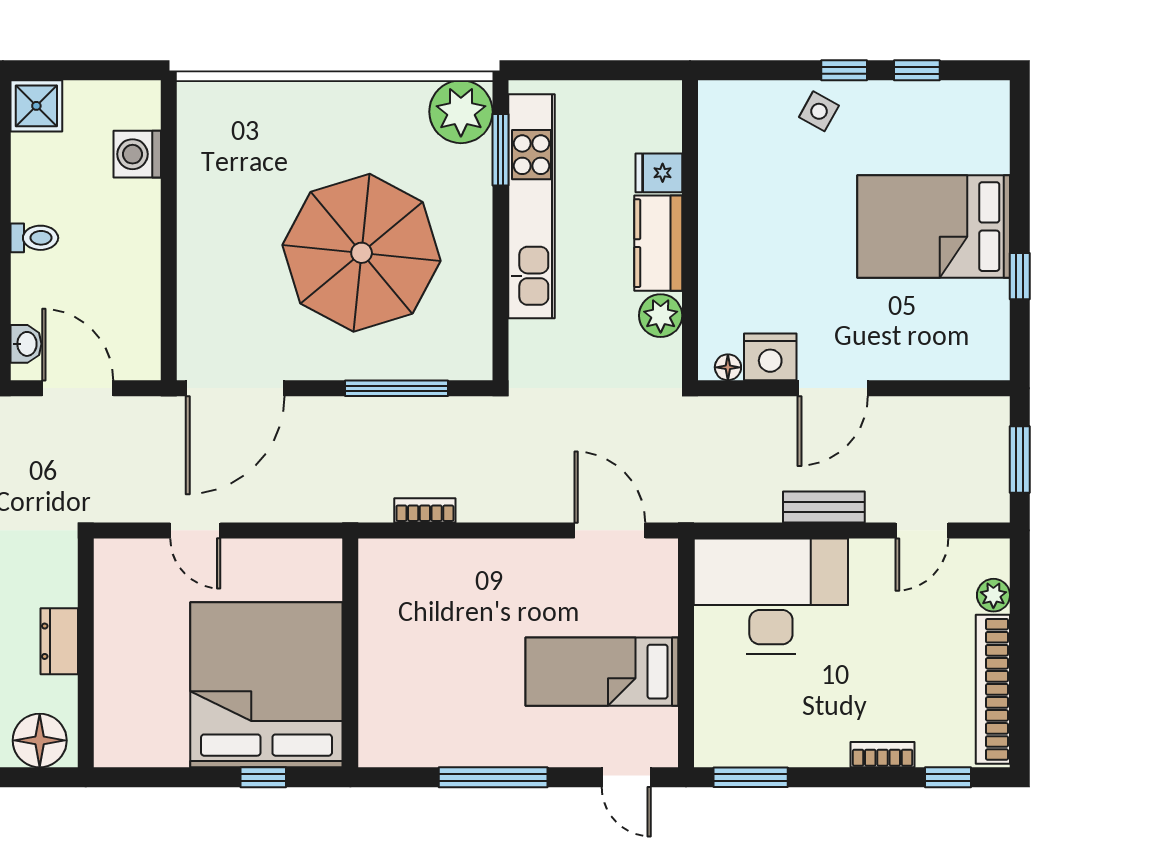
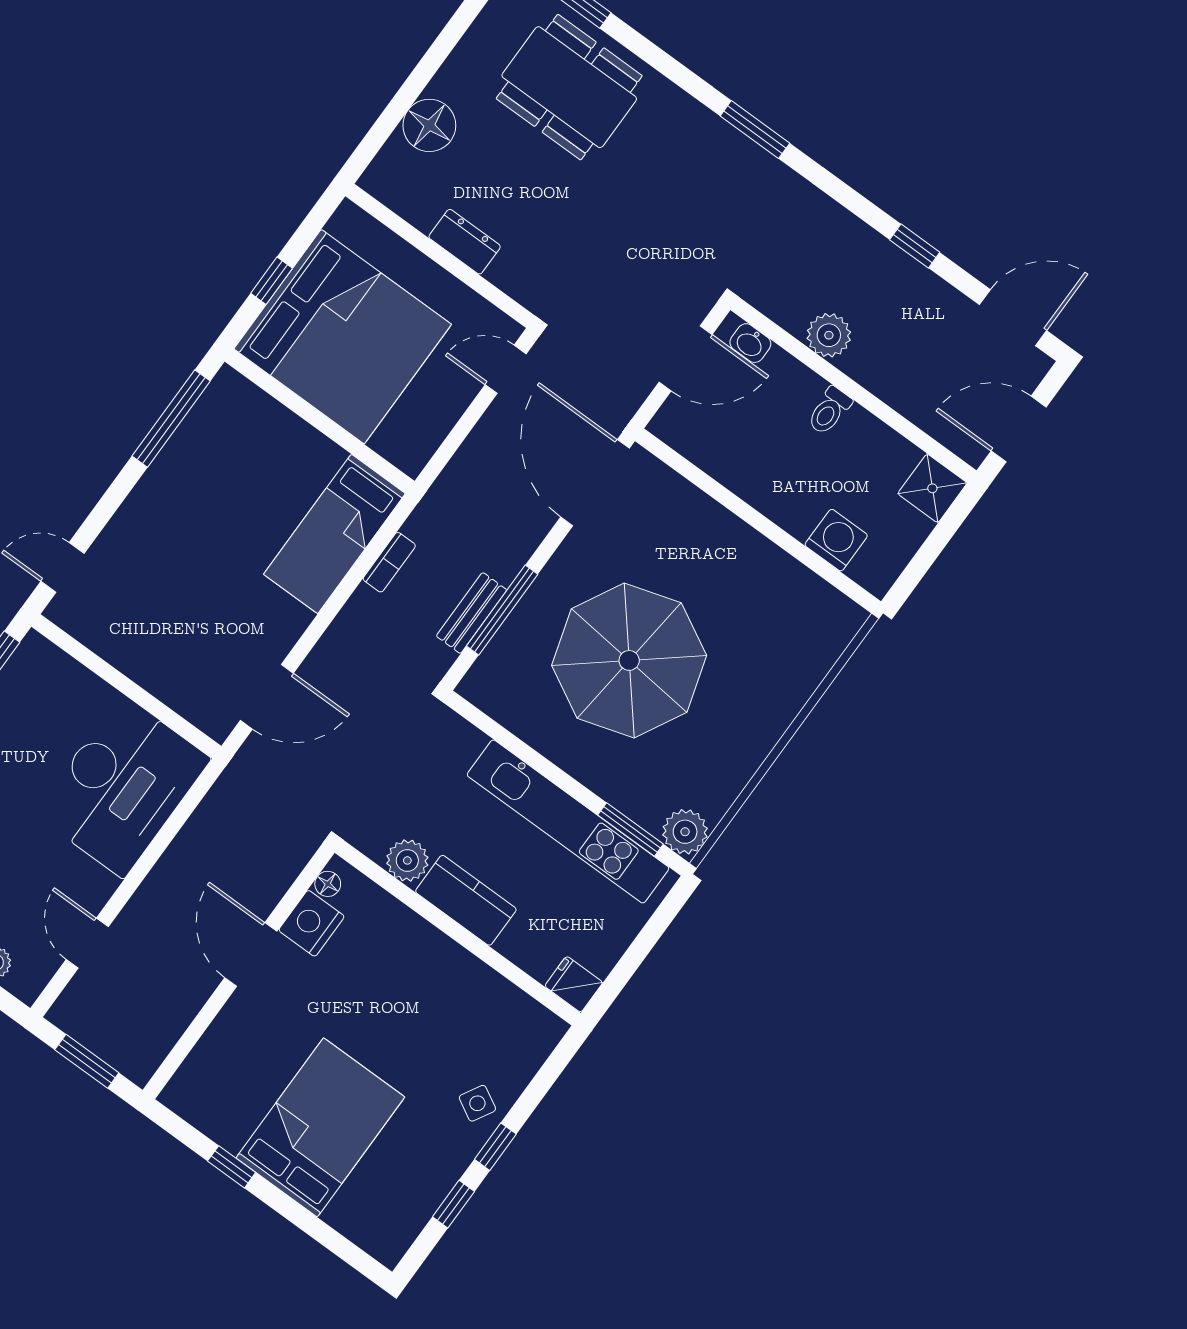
plant: (461, 112) -> (685, 832), width x0.73, depth x0.73
fridge: (659, 173) -> (574, 984), moved, turned -90
bench: (824, 507) -> (472, 613), moved
dresser: (59, 641) -> (465, 242), moved
wall: (86, 653) -> (440, 256), moved
bed: (602, 672) -> (334, 534), moved, turned 180
window: (493, 777) -> (171, 419), moved

